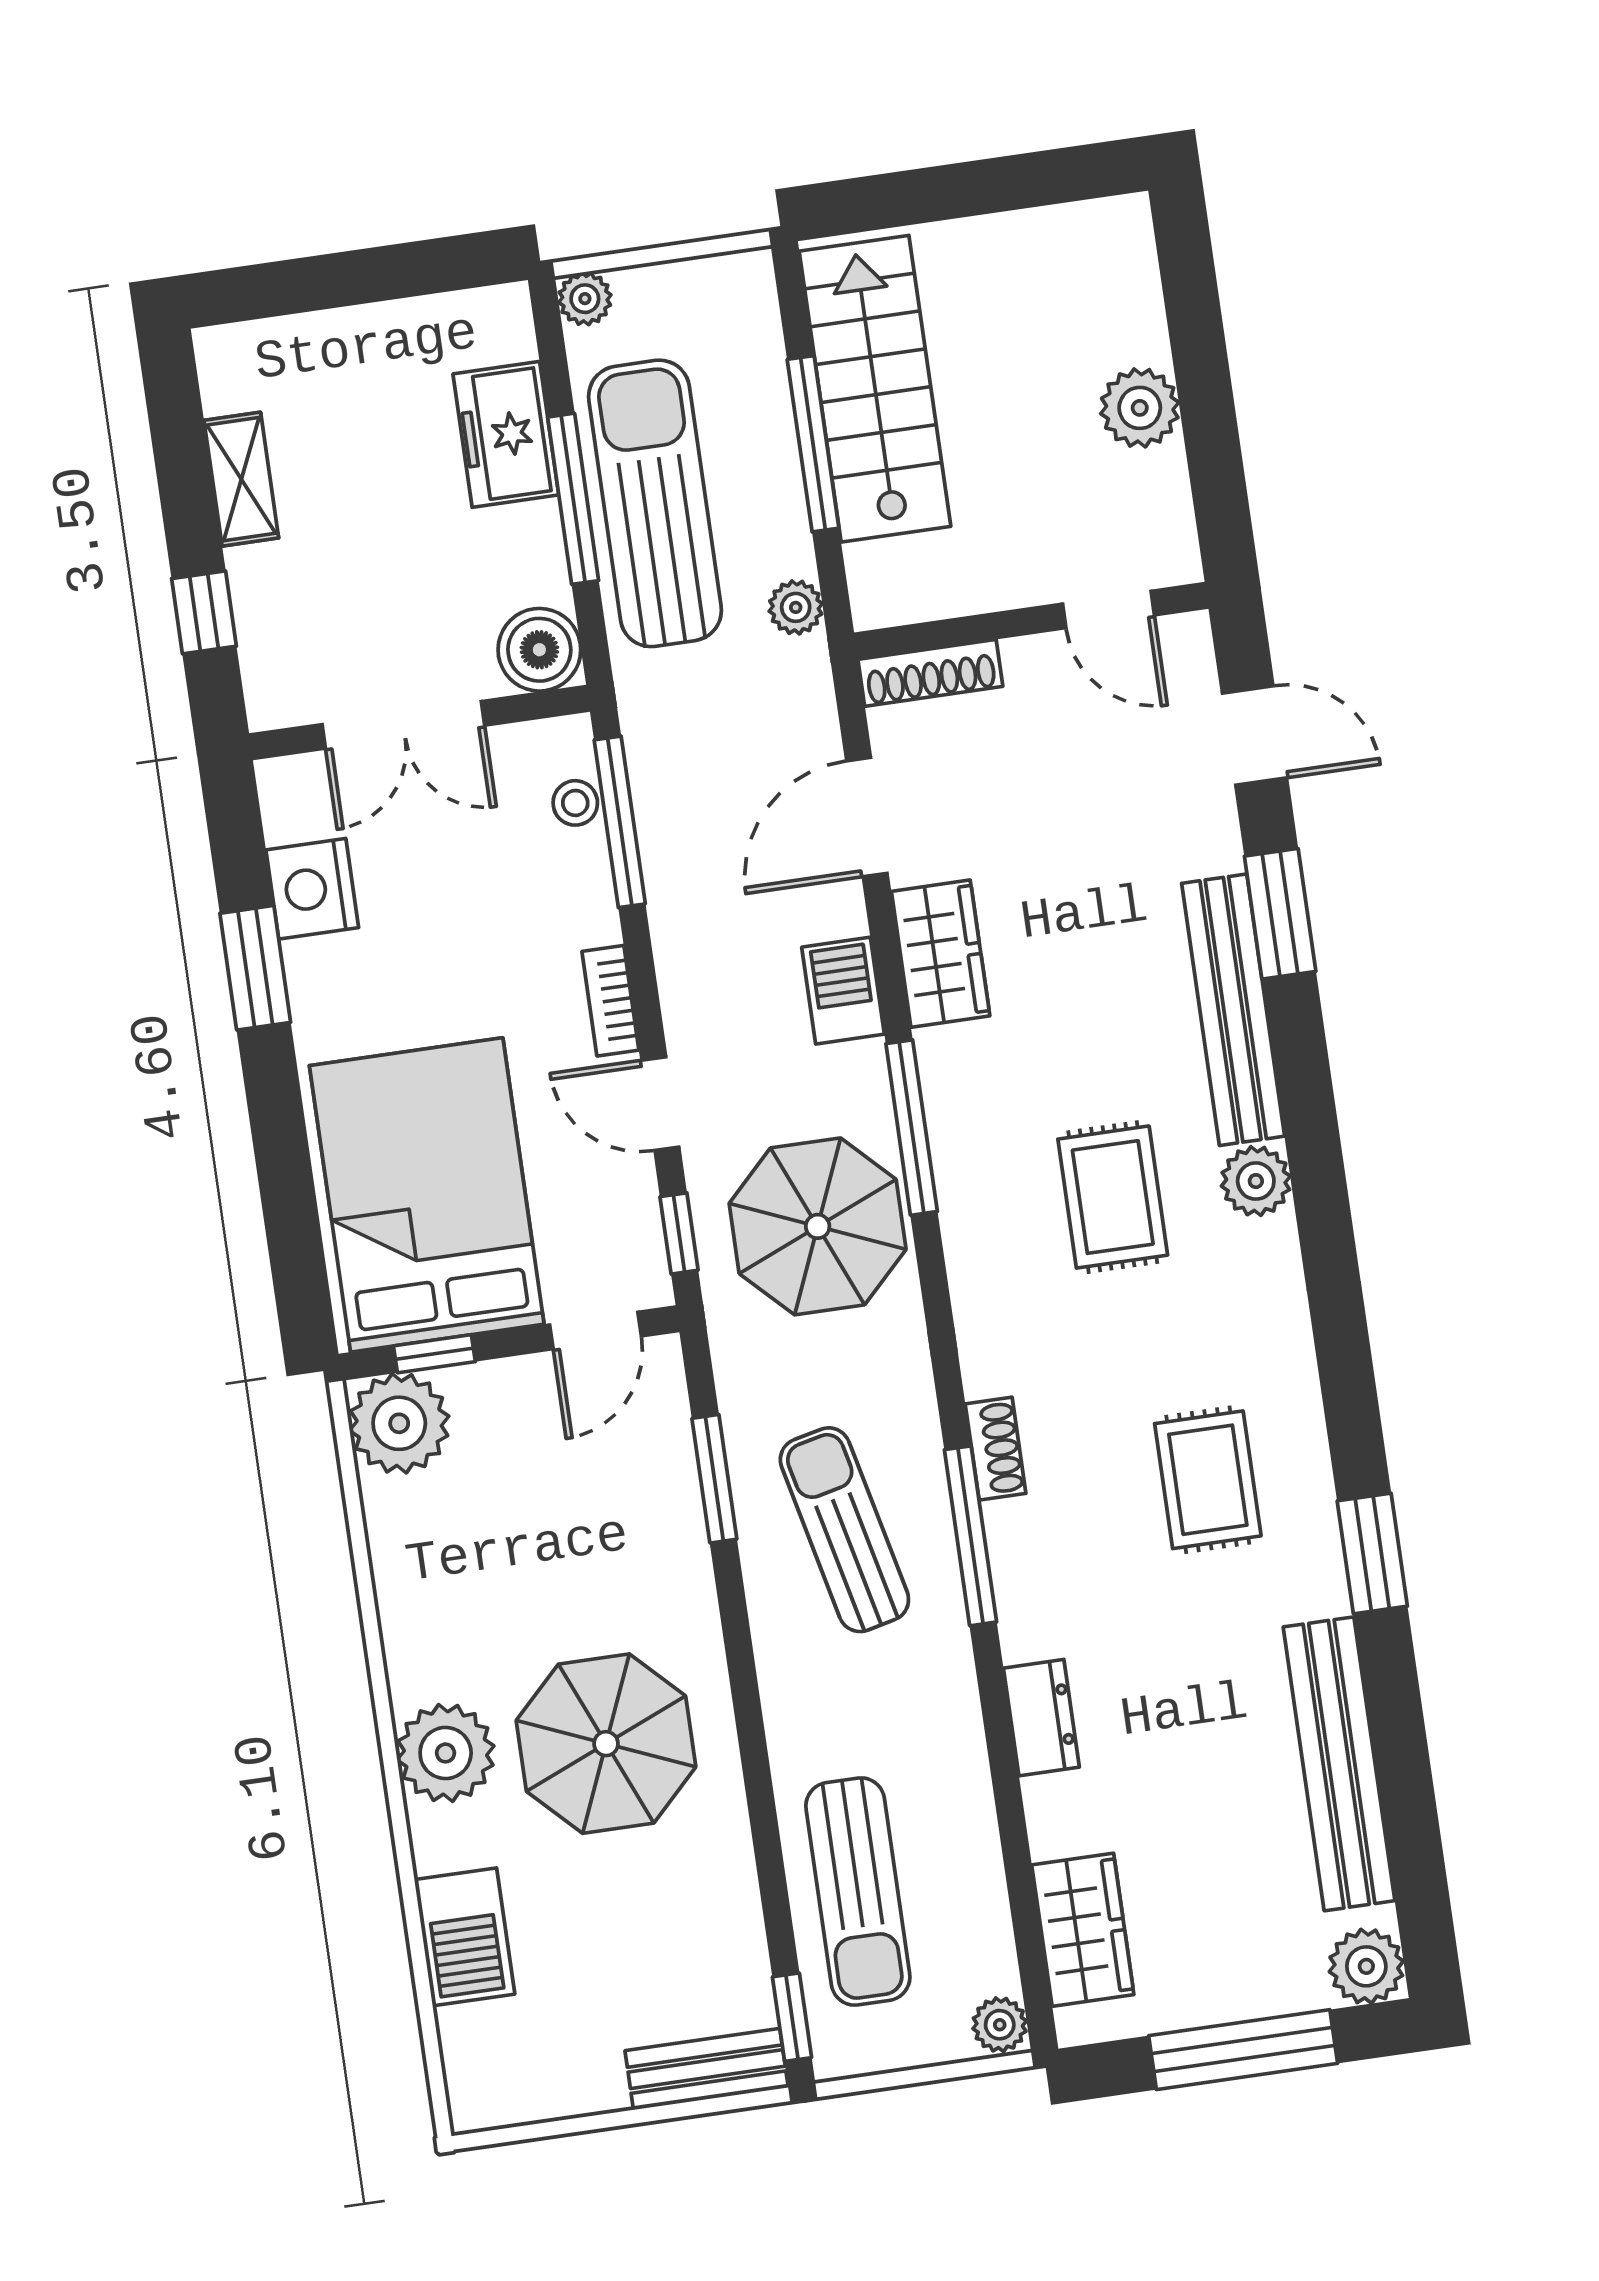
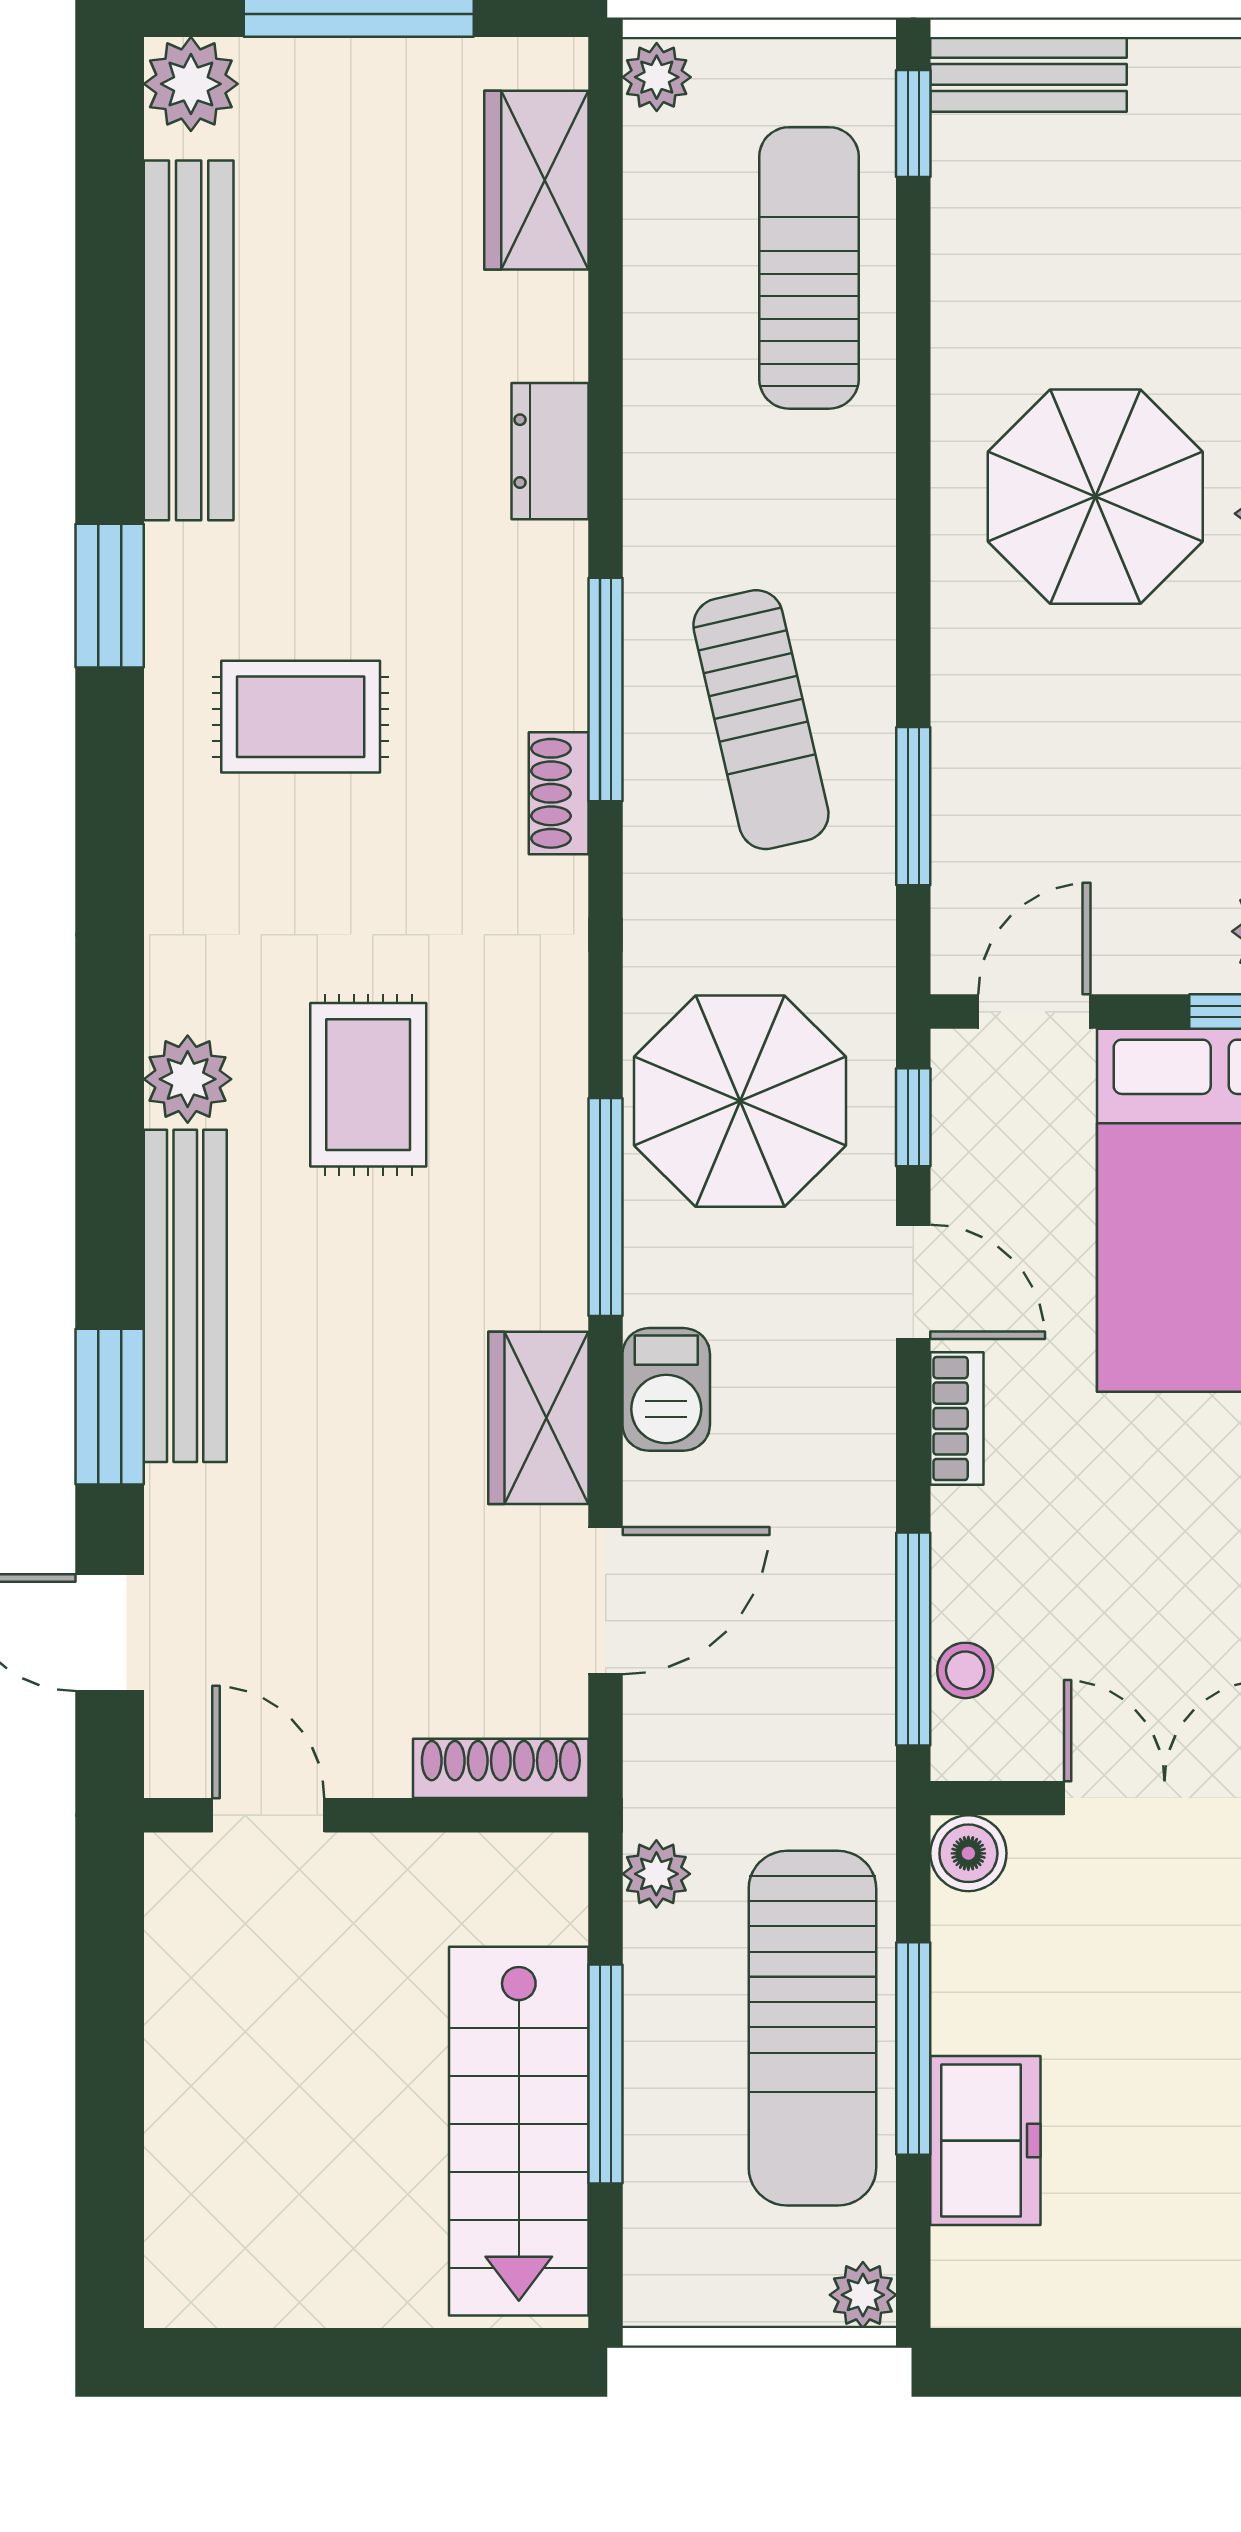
plant: (1140, 408) -> (193, 2060), removed
boiler: (539, 650) -> (968, 1853), width x0.73, depth x0.73
rug: (1208, 1480) -> (301, 717), turned 90

